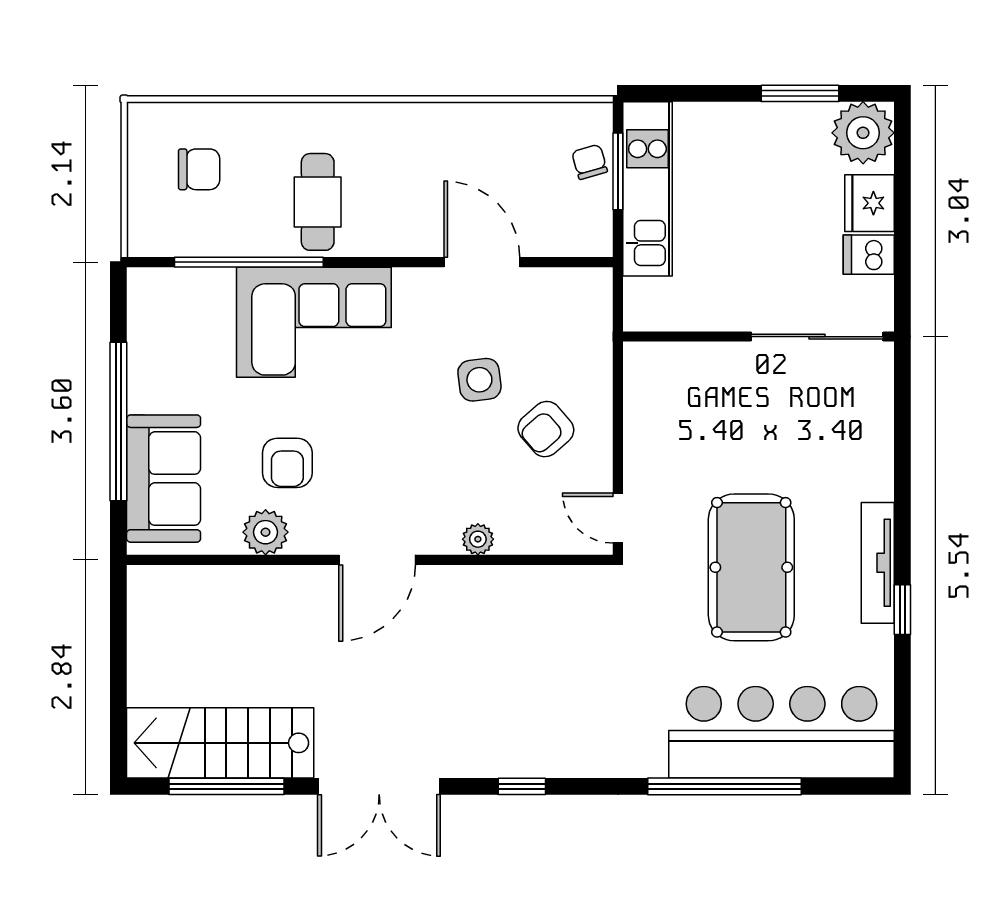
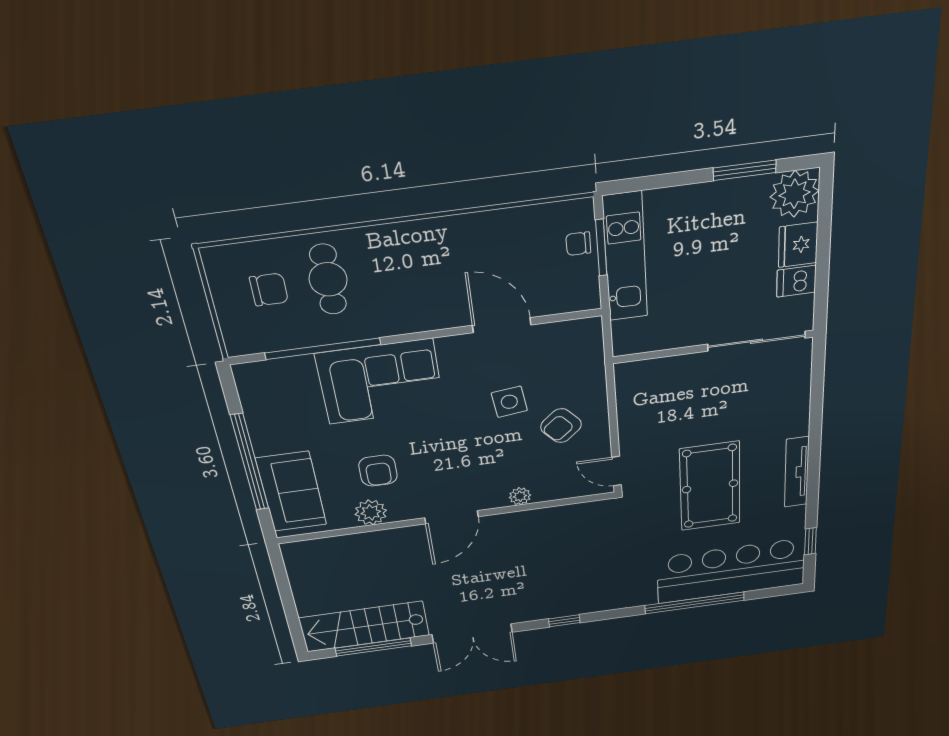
chair: (590, 162) -> (578, 244), turned -74
cafe table: (318, 202) -> (328, 279), moved
window: (902, 610) -> (810, 541), moved

